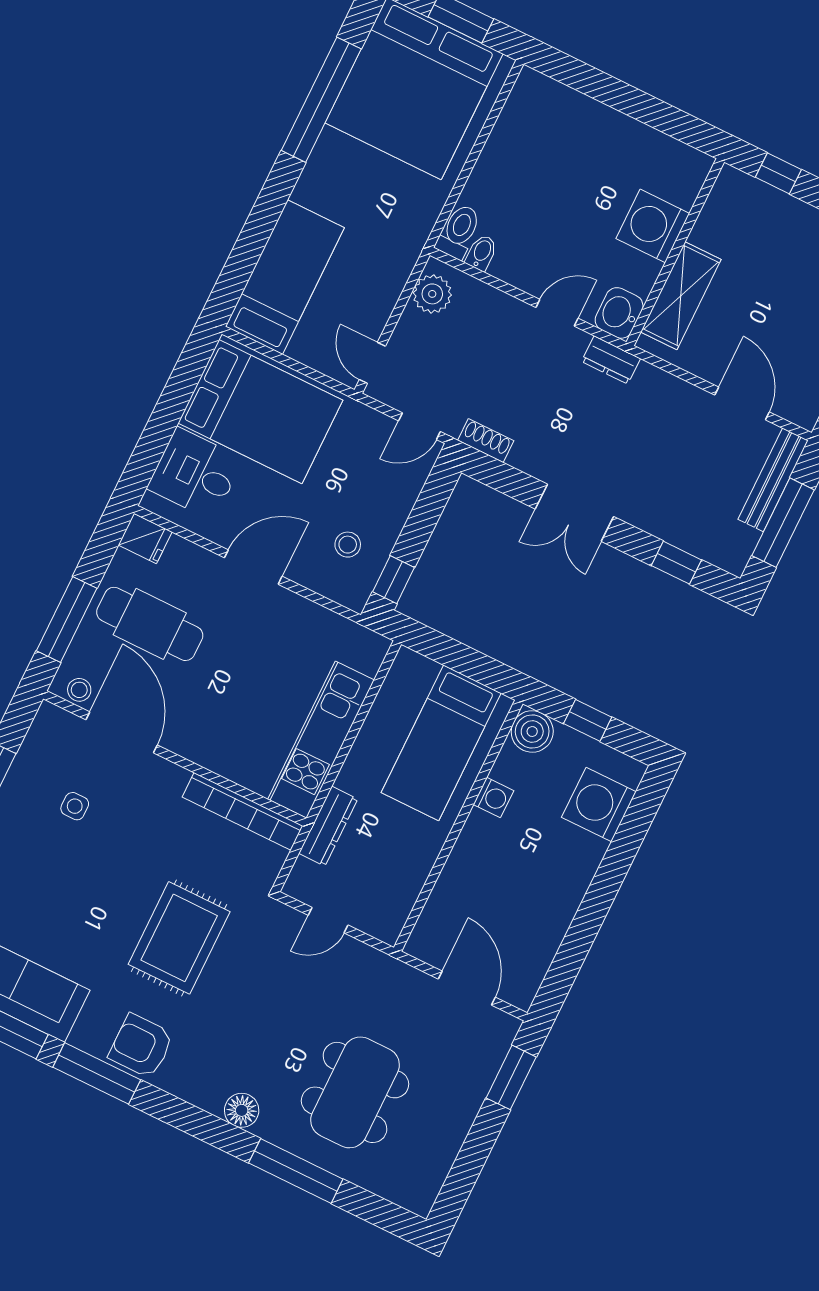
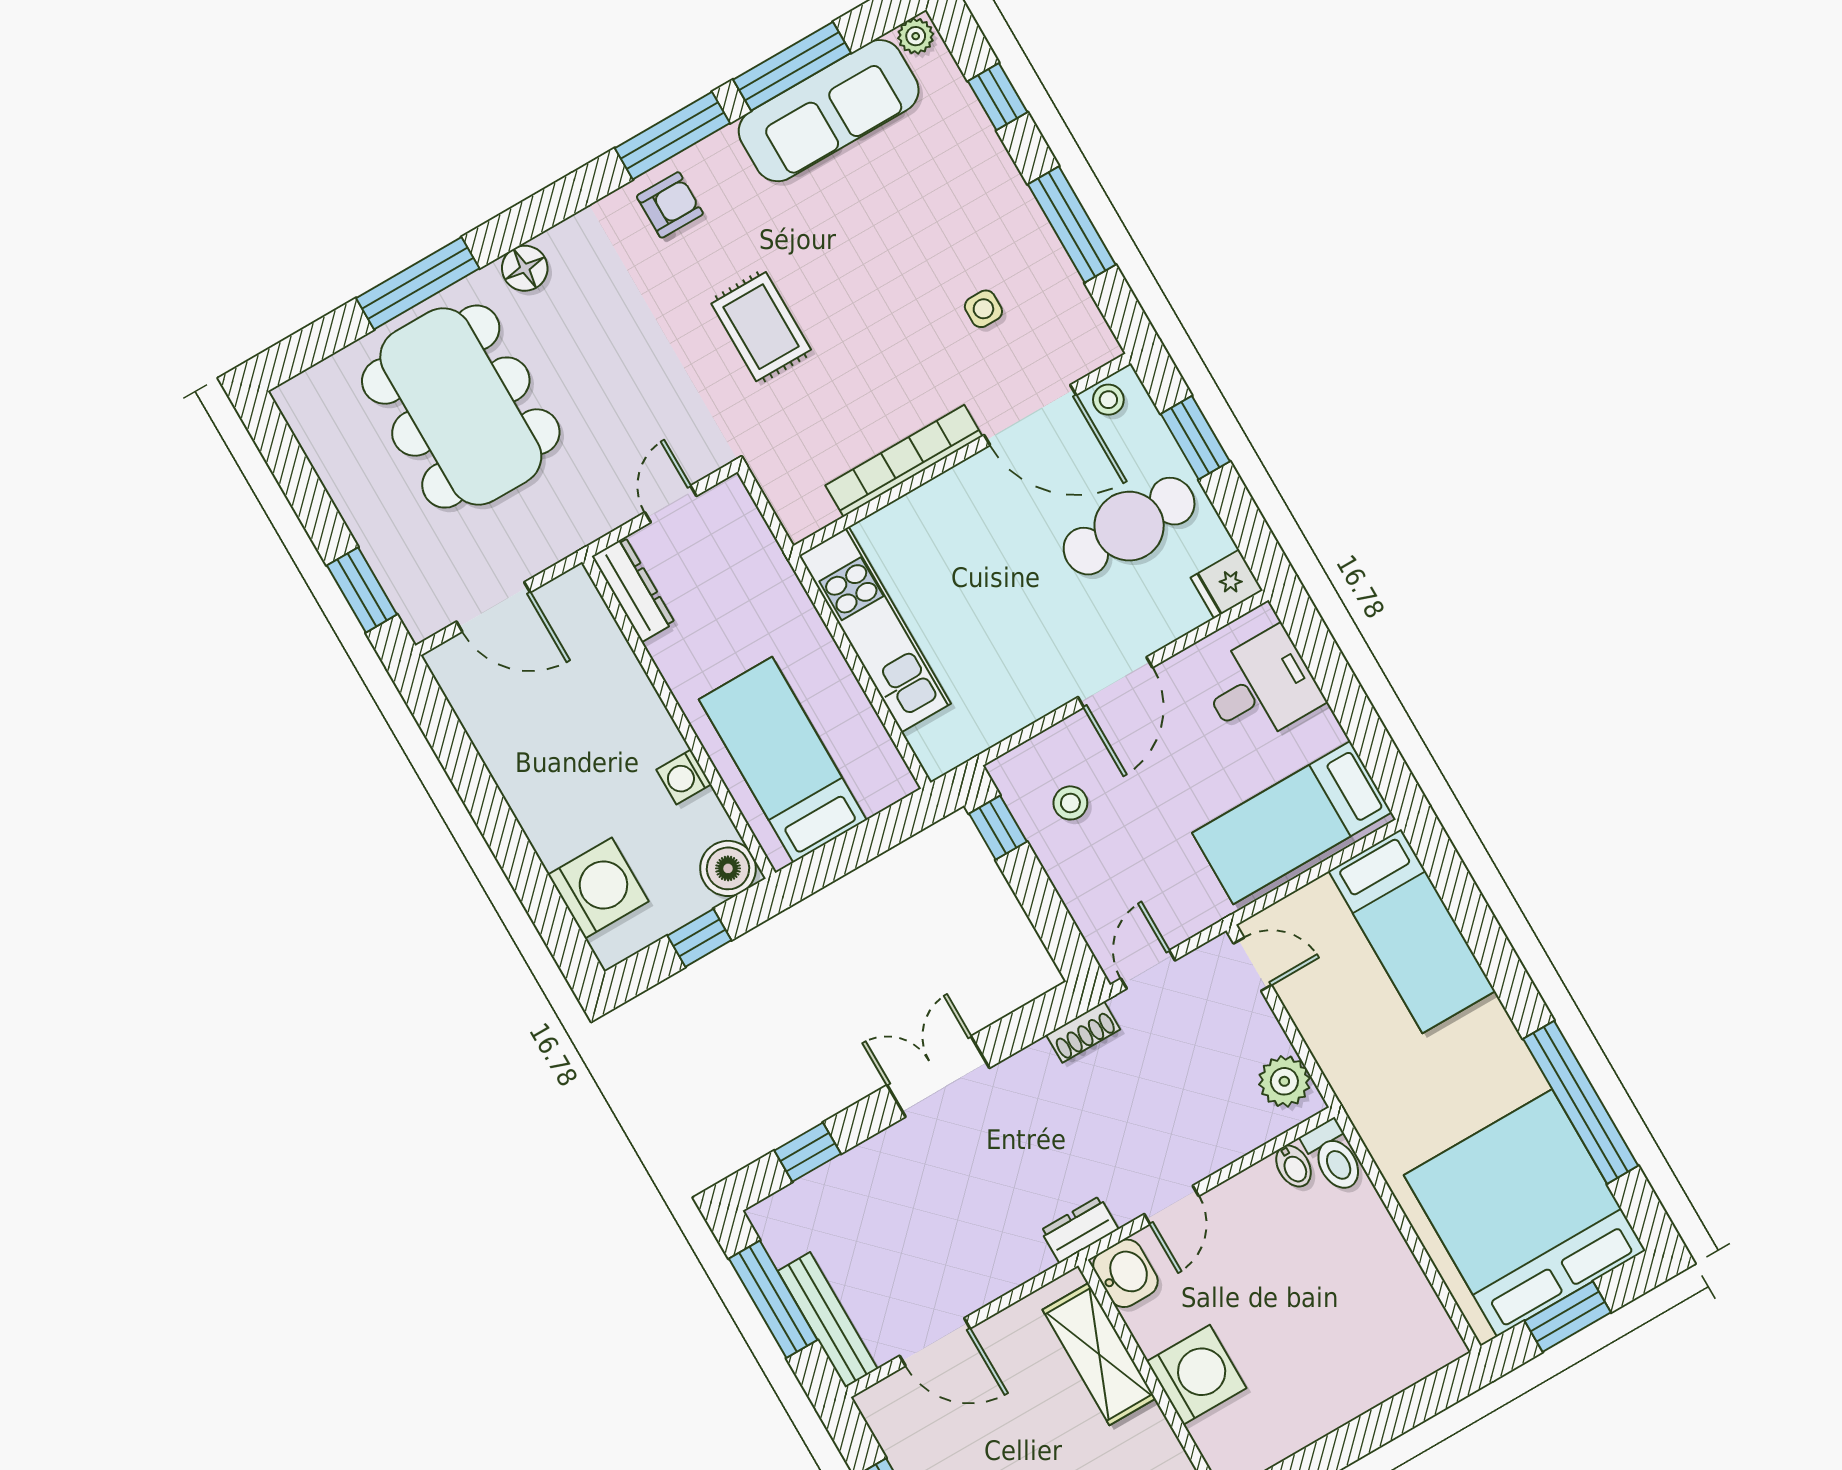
bed: (260, 412) -> (1292, 823), width x0.67
window: (67, 620) -> (1195, 438), width x0.69
bookcase: (243, 811) -> (904, 461), moved
dresser: (328, 826) -> (633, 590), moved, turned 180
rug: (179, 938) -> (761, 327), width x0.73, depth x0.70
armchair: (141, 1046) -> (670, 205), width x0.72, depth x0.72
dining table: (355, 1092) -> (461, 407), width x1.36, depth x1.24

